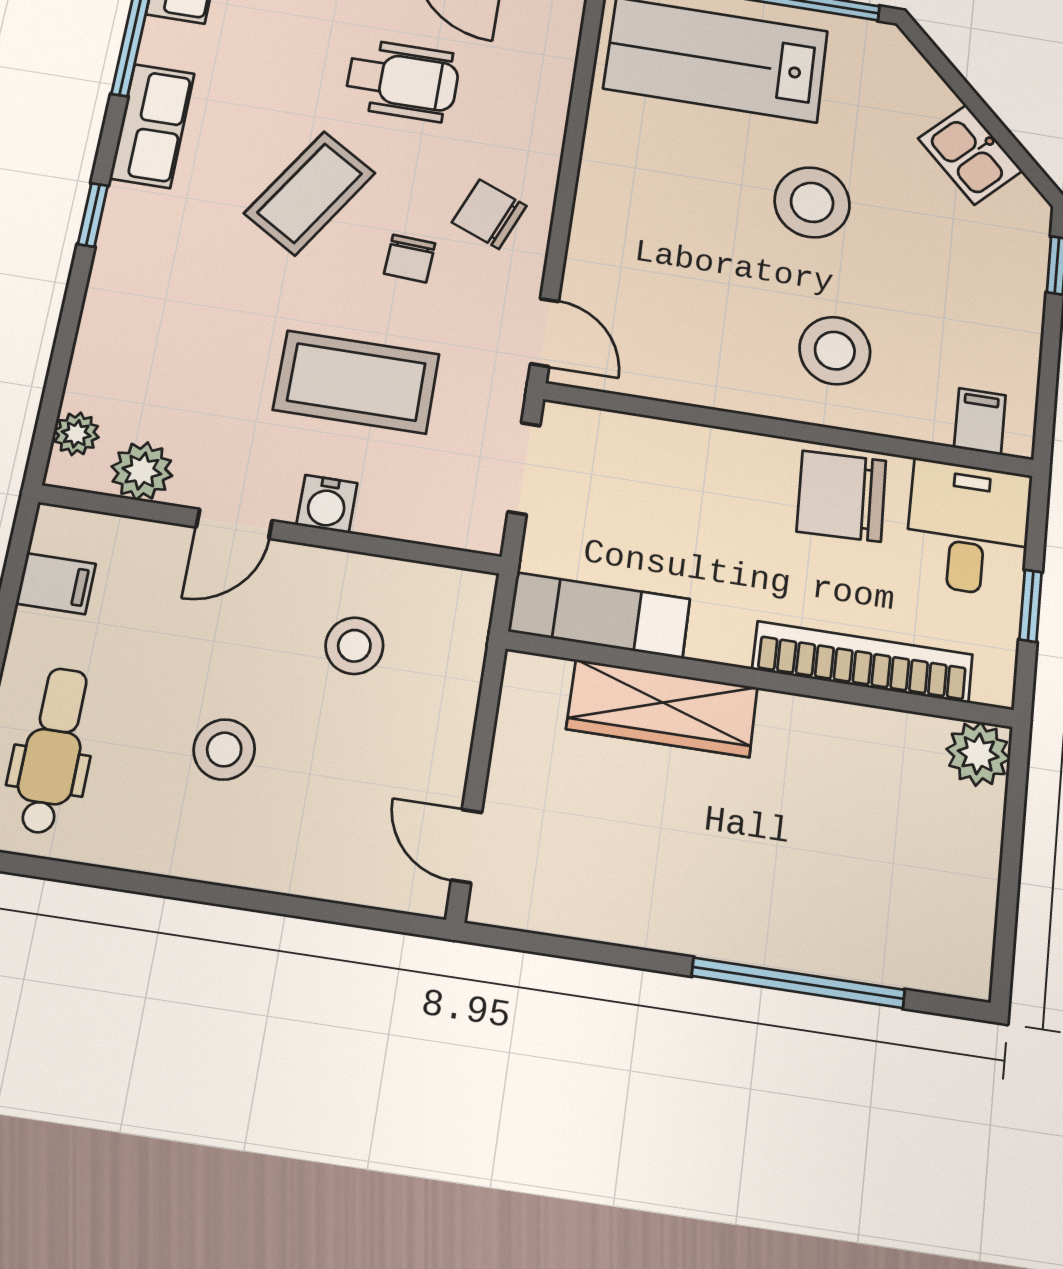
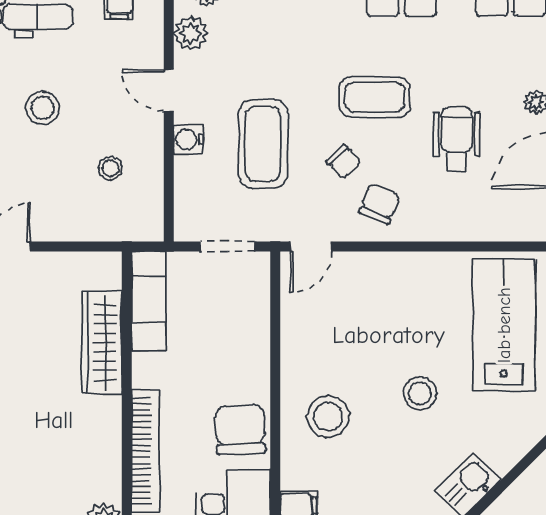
wheelchair: (403, 81) -> (457, 139), turned 180
coffee table: (310, 193) -> (375, 97), turned -32
stool: (812, 202) -> (420, 393), width x0.73, depth x0.73
chair: (410, 259) -> (344, 162), turned -137
stool: (354, 646) -> (110, 168), width x0.73, depth x0.73

